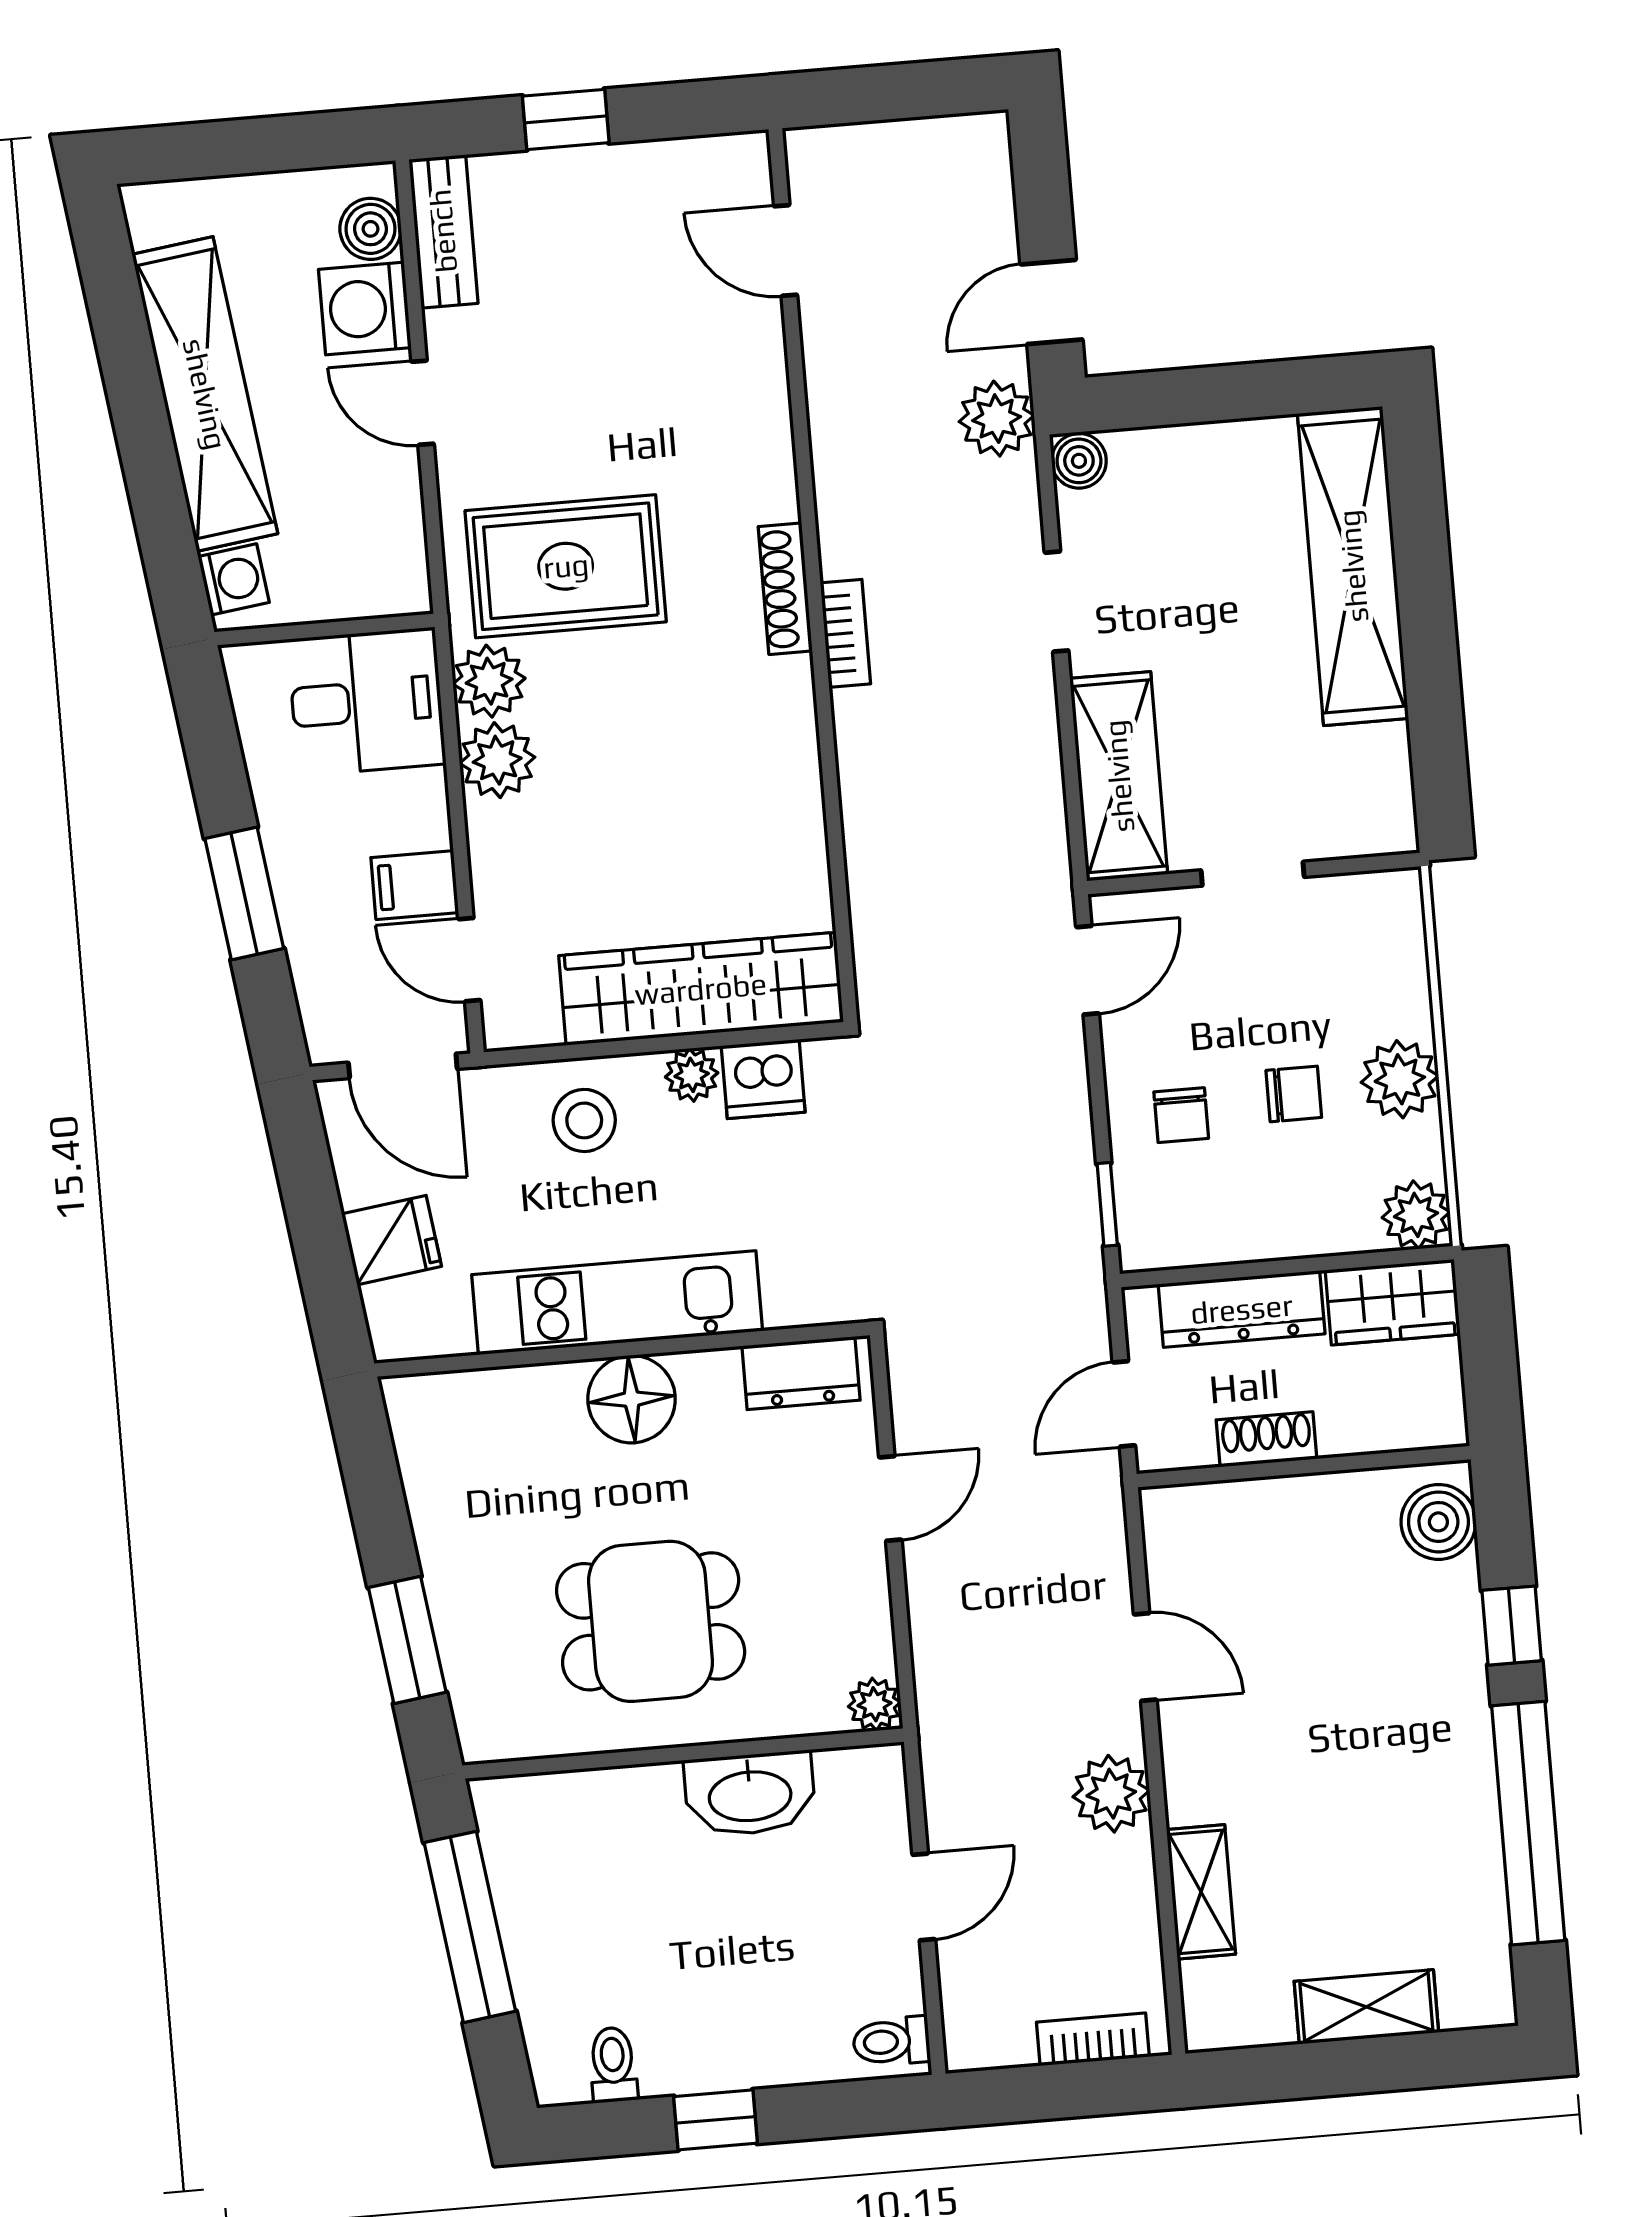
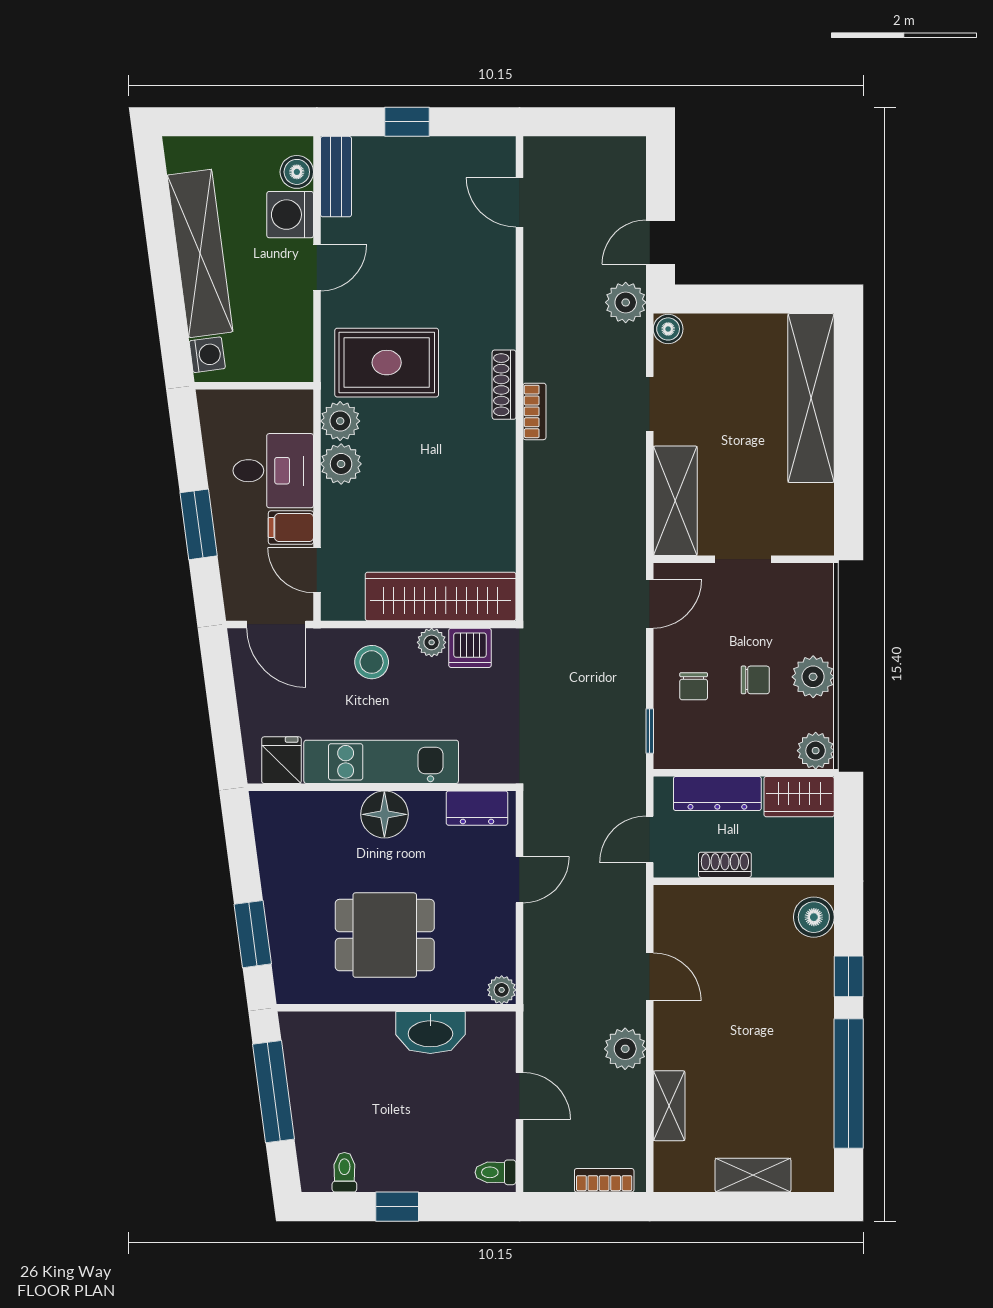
door: (423, 403) -> (317, 268), swing flipped
desk: (367, 702) -> (273, 471), moved
fridge: (392, 1240) -> (281, 760), moved, turned -82
door: (924, 1897) -> (519, 1096), hinge flipped

